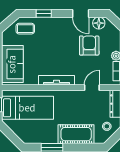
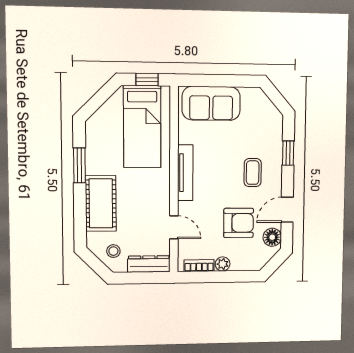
coffee table: (25, 29) -> (253, 173), moved

